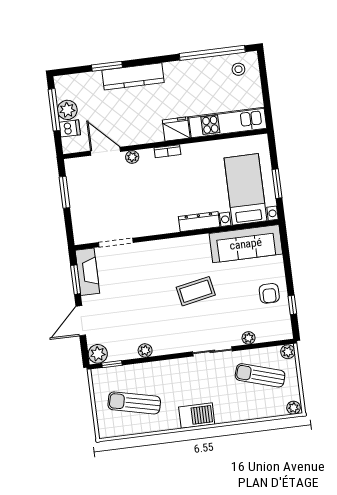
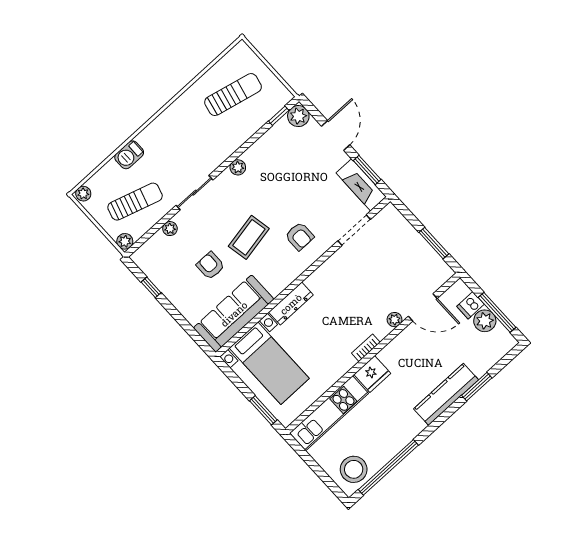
stool: (238, 69) -> (354, 469), width x1.89, depth x1.89
window: (277, 184) -> (263, 410), moved
armchair: (158, 266) -> (300, 236), added
armchair: (269, 293) -> (210, 266), moved
plant: (145, 351) -> (238, 167), moved
barbecue: (197, 416) -> (129, 155), moved, width x0.73, depth x0.79

